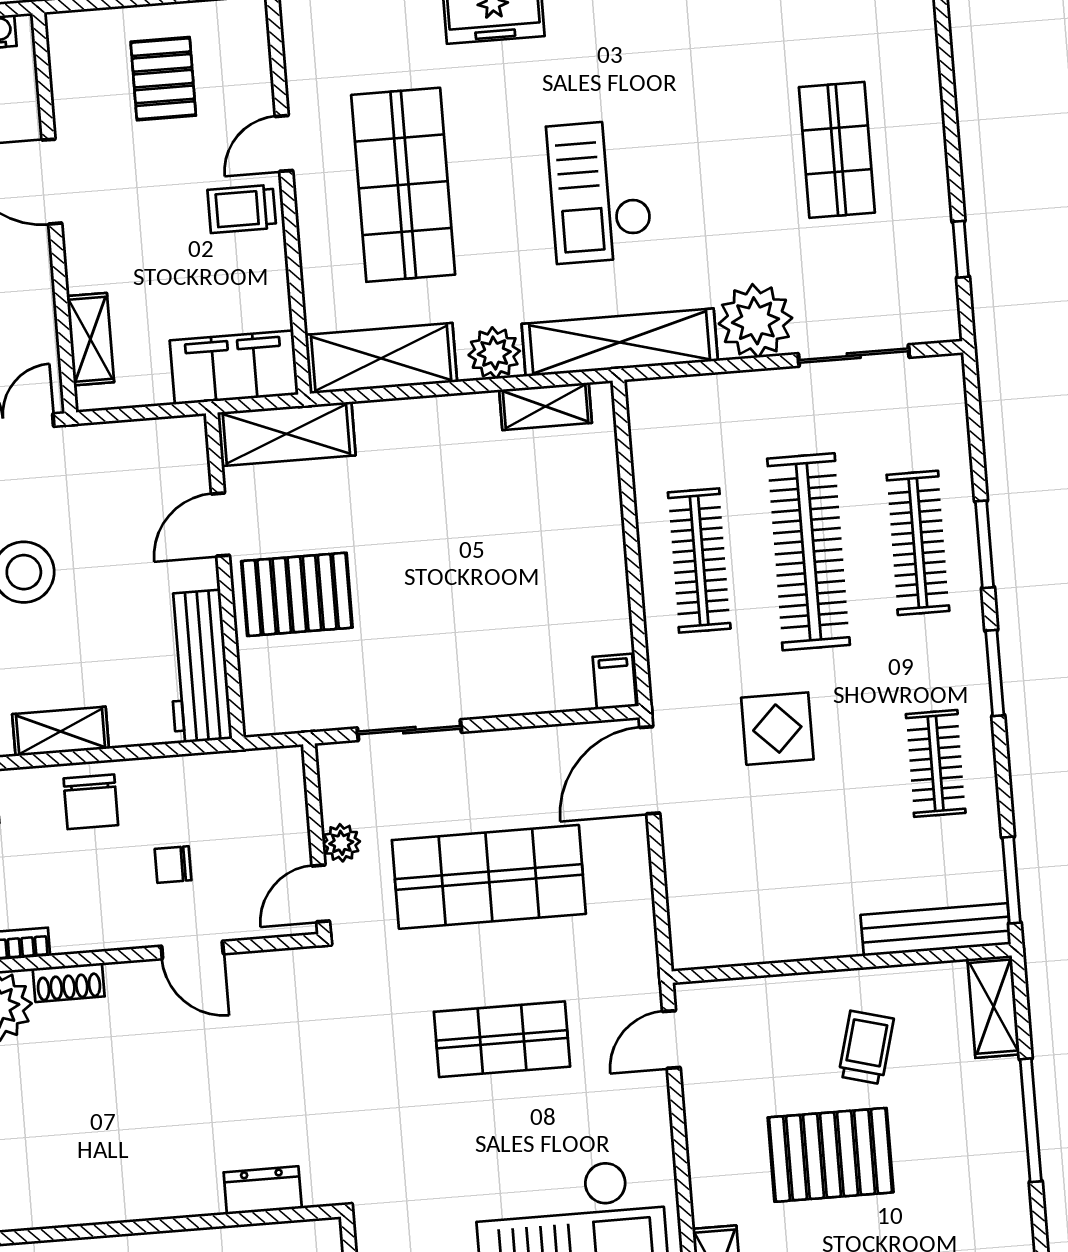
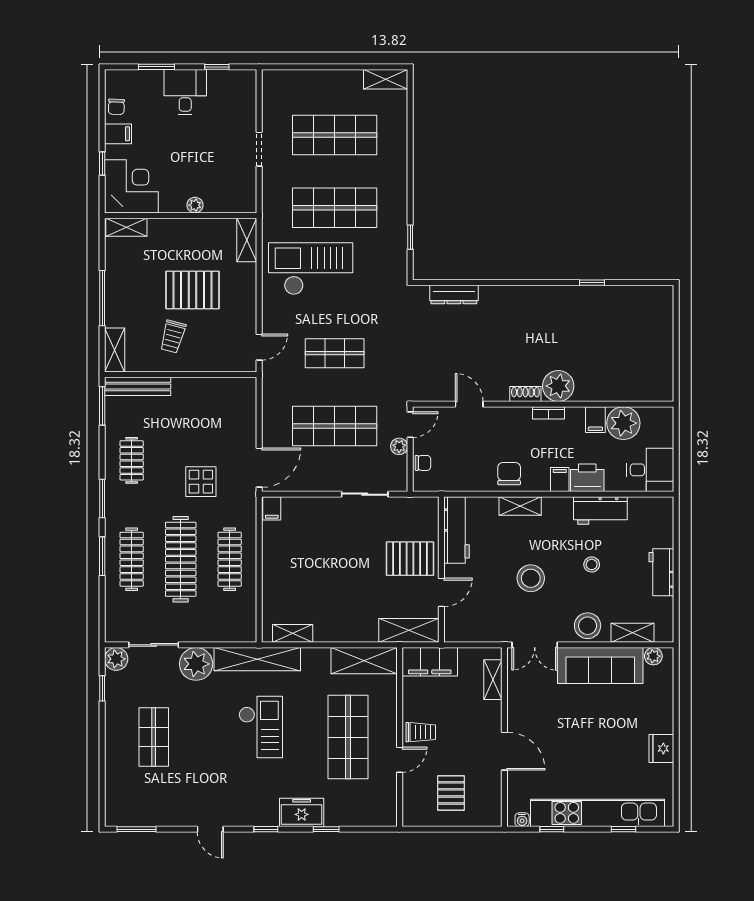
plant: (494, 353) -> (116, 659), moved
chair: (173, 865) -> (423, 463), moved
dresser: (263, 1190) -> (454, 295), width x1.44

